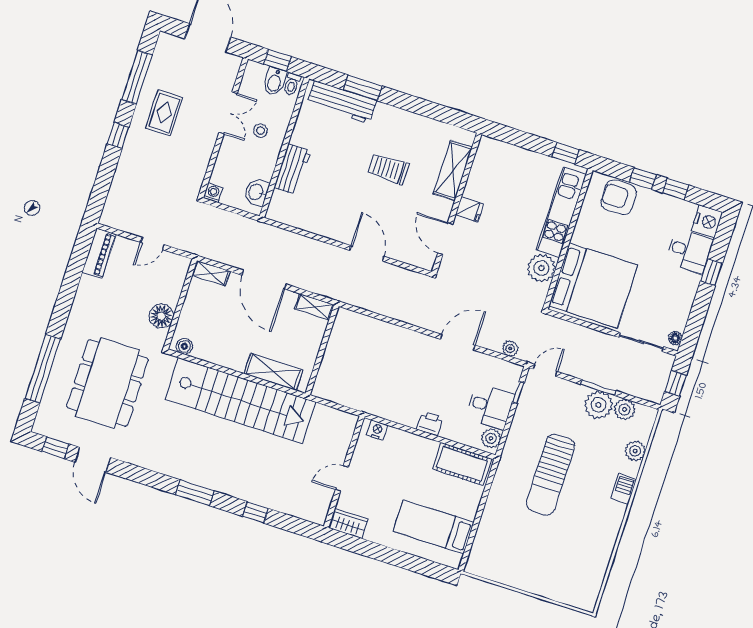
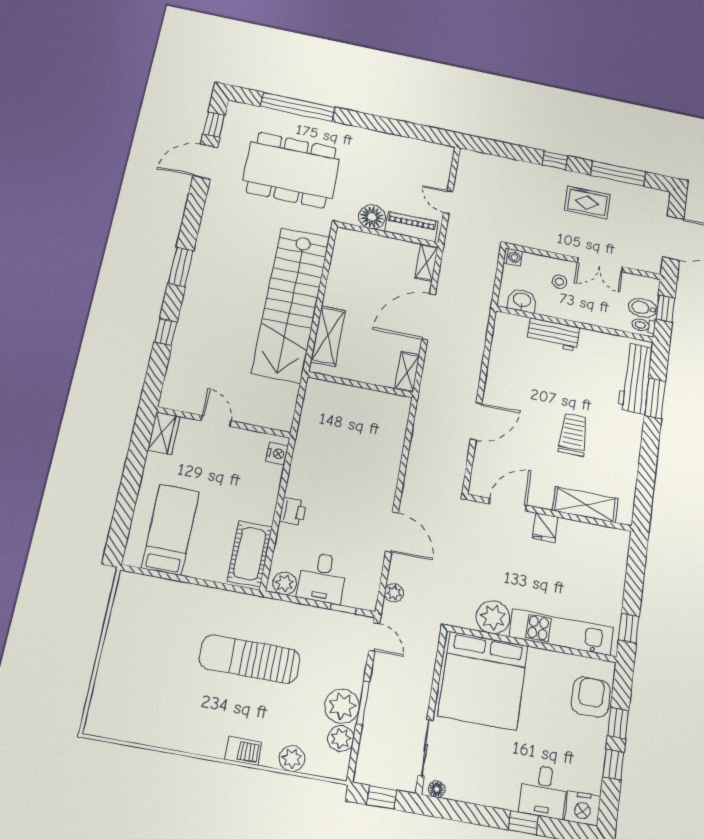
stool: (260, 131) -> (559, 282), moved
piano: (99, 253) -> (411, 227), moved, turned 180
boiler: (184, 346) -> (343, 243), removed

